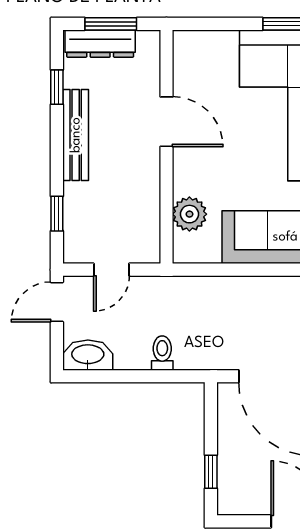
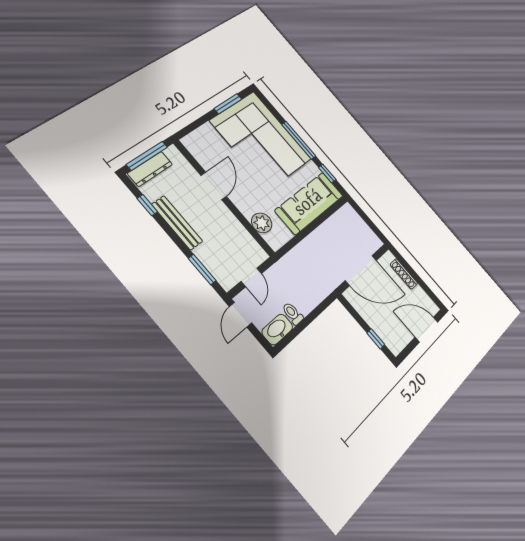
window: (111, 24) -> (147, 156), width x1.44
door: (166, 122) -> (214, 186), hinge flipped
window: (57, 214) -> (202, 270), width x1.50
toilet: (162, 353) -> (293, 314), moved

